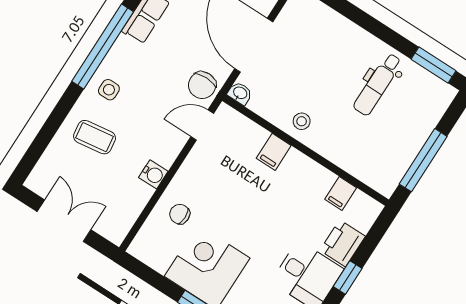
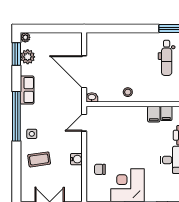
dental chair: (378, 84) -> (167, 58), moved
chair: (202, 85) -> (72, 105), removed
filing cabinet: (274, 152) -> (154, 114), moved

